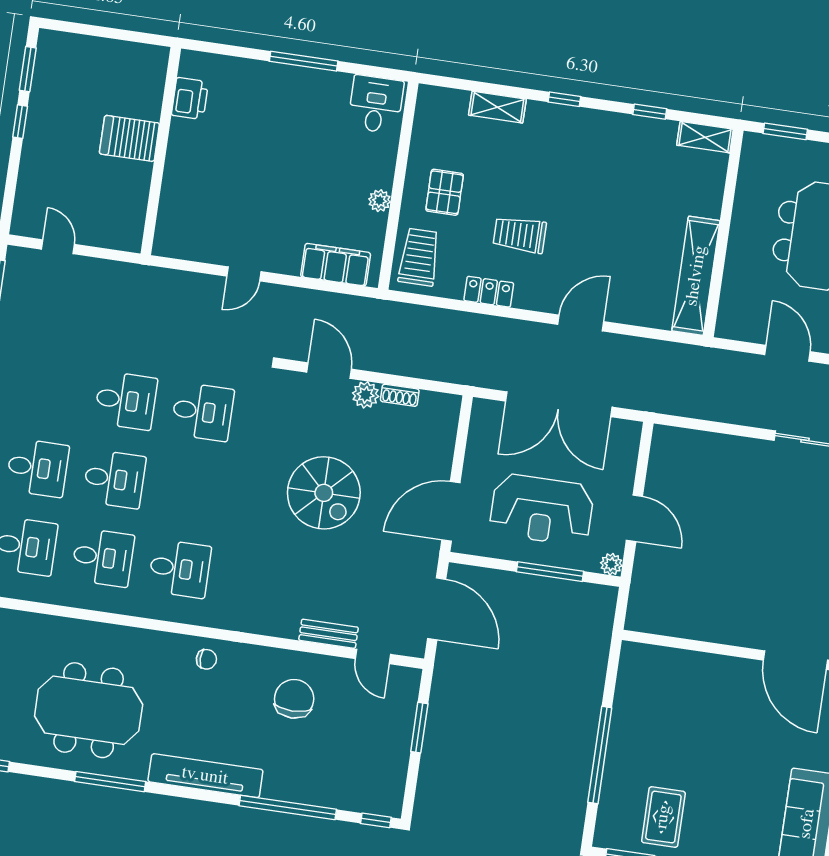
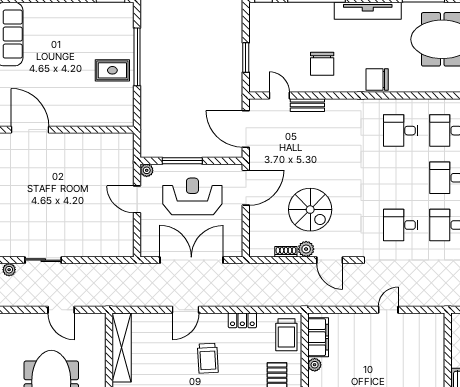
trolley: (520, 235) -> (208, 358), moved, turned 87
filing cabinet: (336, 265) -> (318, 337), moved, turned -90
spiral stairs: (324, 493) -> (310, 210), moved, turned 180
chair: (206, 659) -> (377, 79), width x1.87, depth x1.87
rug: (663, 817) -> (112, 70), moved, turned 90

